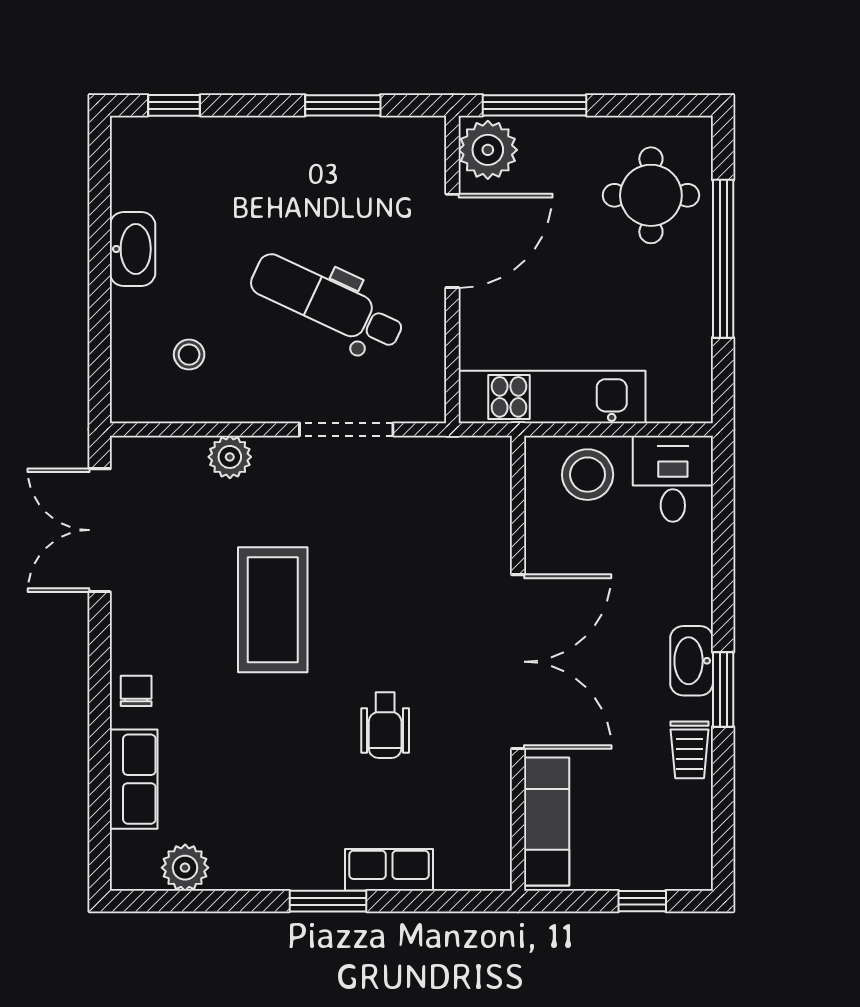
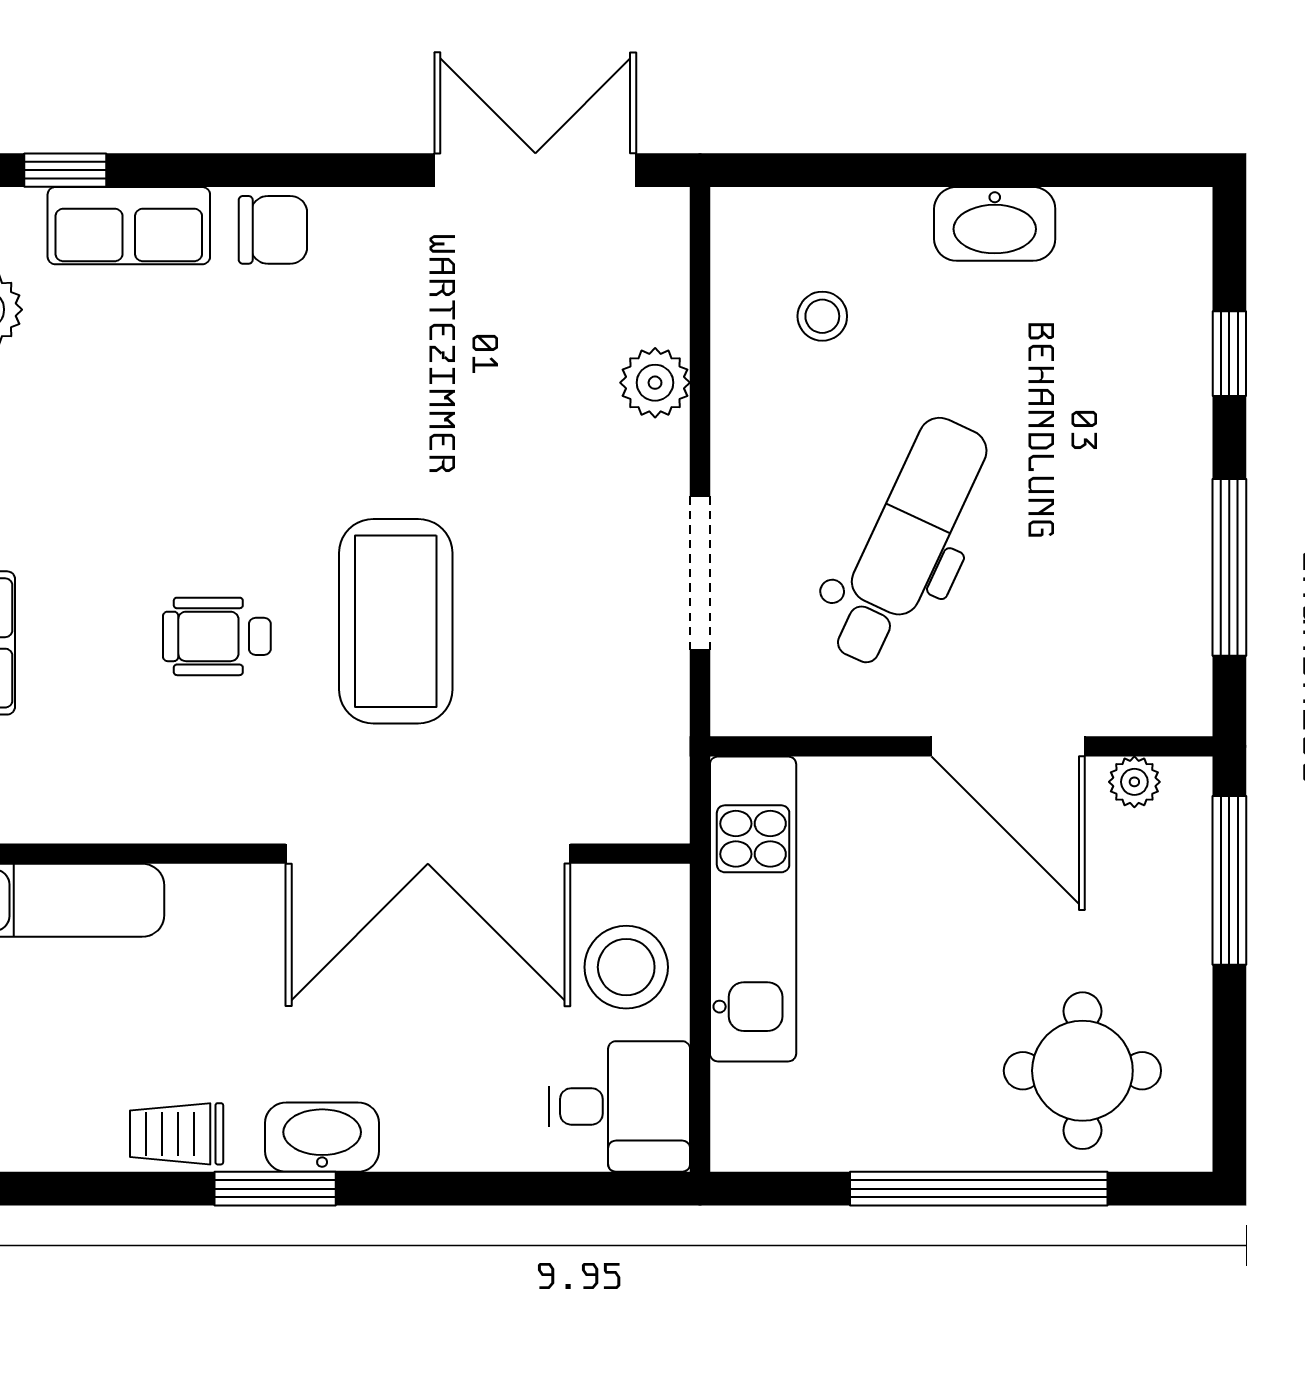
window: (174, 105) -> (1229, 354), moved
window: (343, 105) -> (1229, 567), width x1.44
plant: (488, 150) -> (1134, 782), width x0.53, depth x0.53
coffee table: (273, 610) -> (396, 621), moved, turned 90
double door: (518, 662) -> (428, 854), moved
chair: (136, 691) -> (273, 230), width x1.37, depth x1.37
window: (100, 818) -> (65, 170), added

